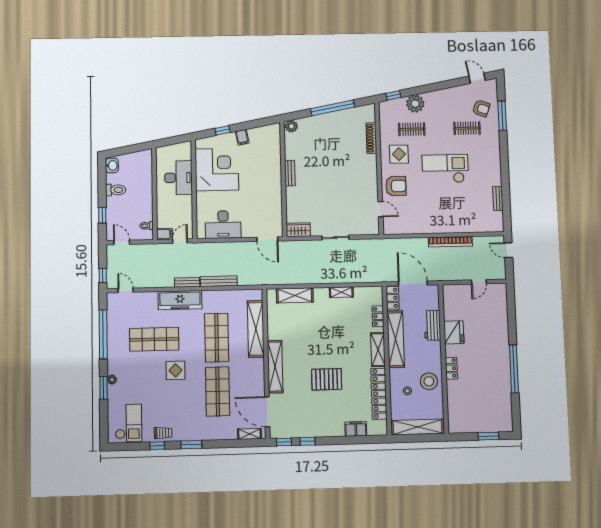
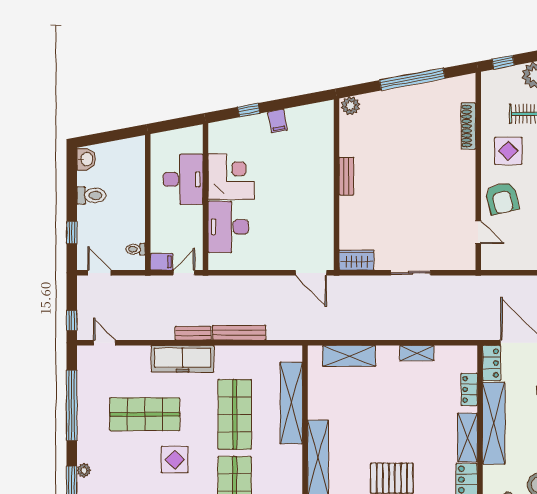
corner desk: (217, 170) -> (231, 177), width x0.74, depth x0.74
armchair: (396, 186) -> (502, 198), turned 77
desk: (223, 225) -> (228, 227), moved, turned 90

